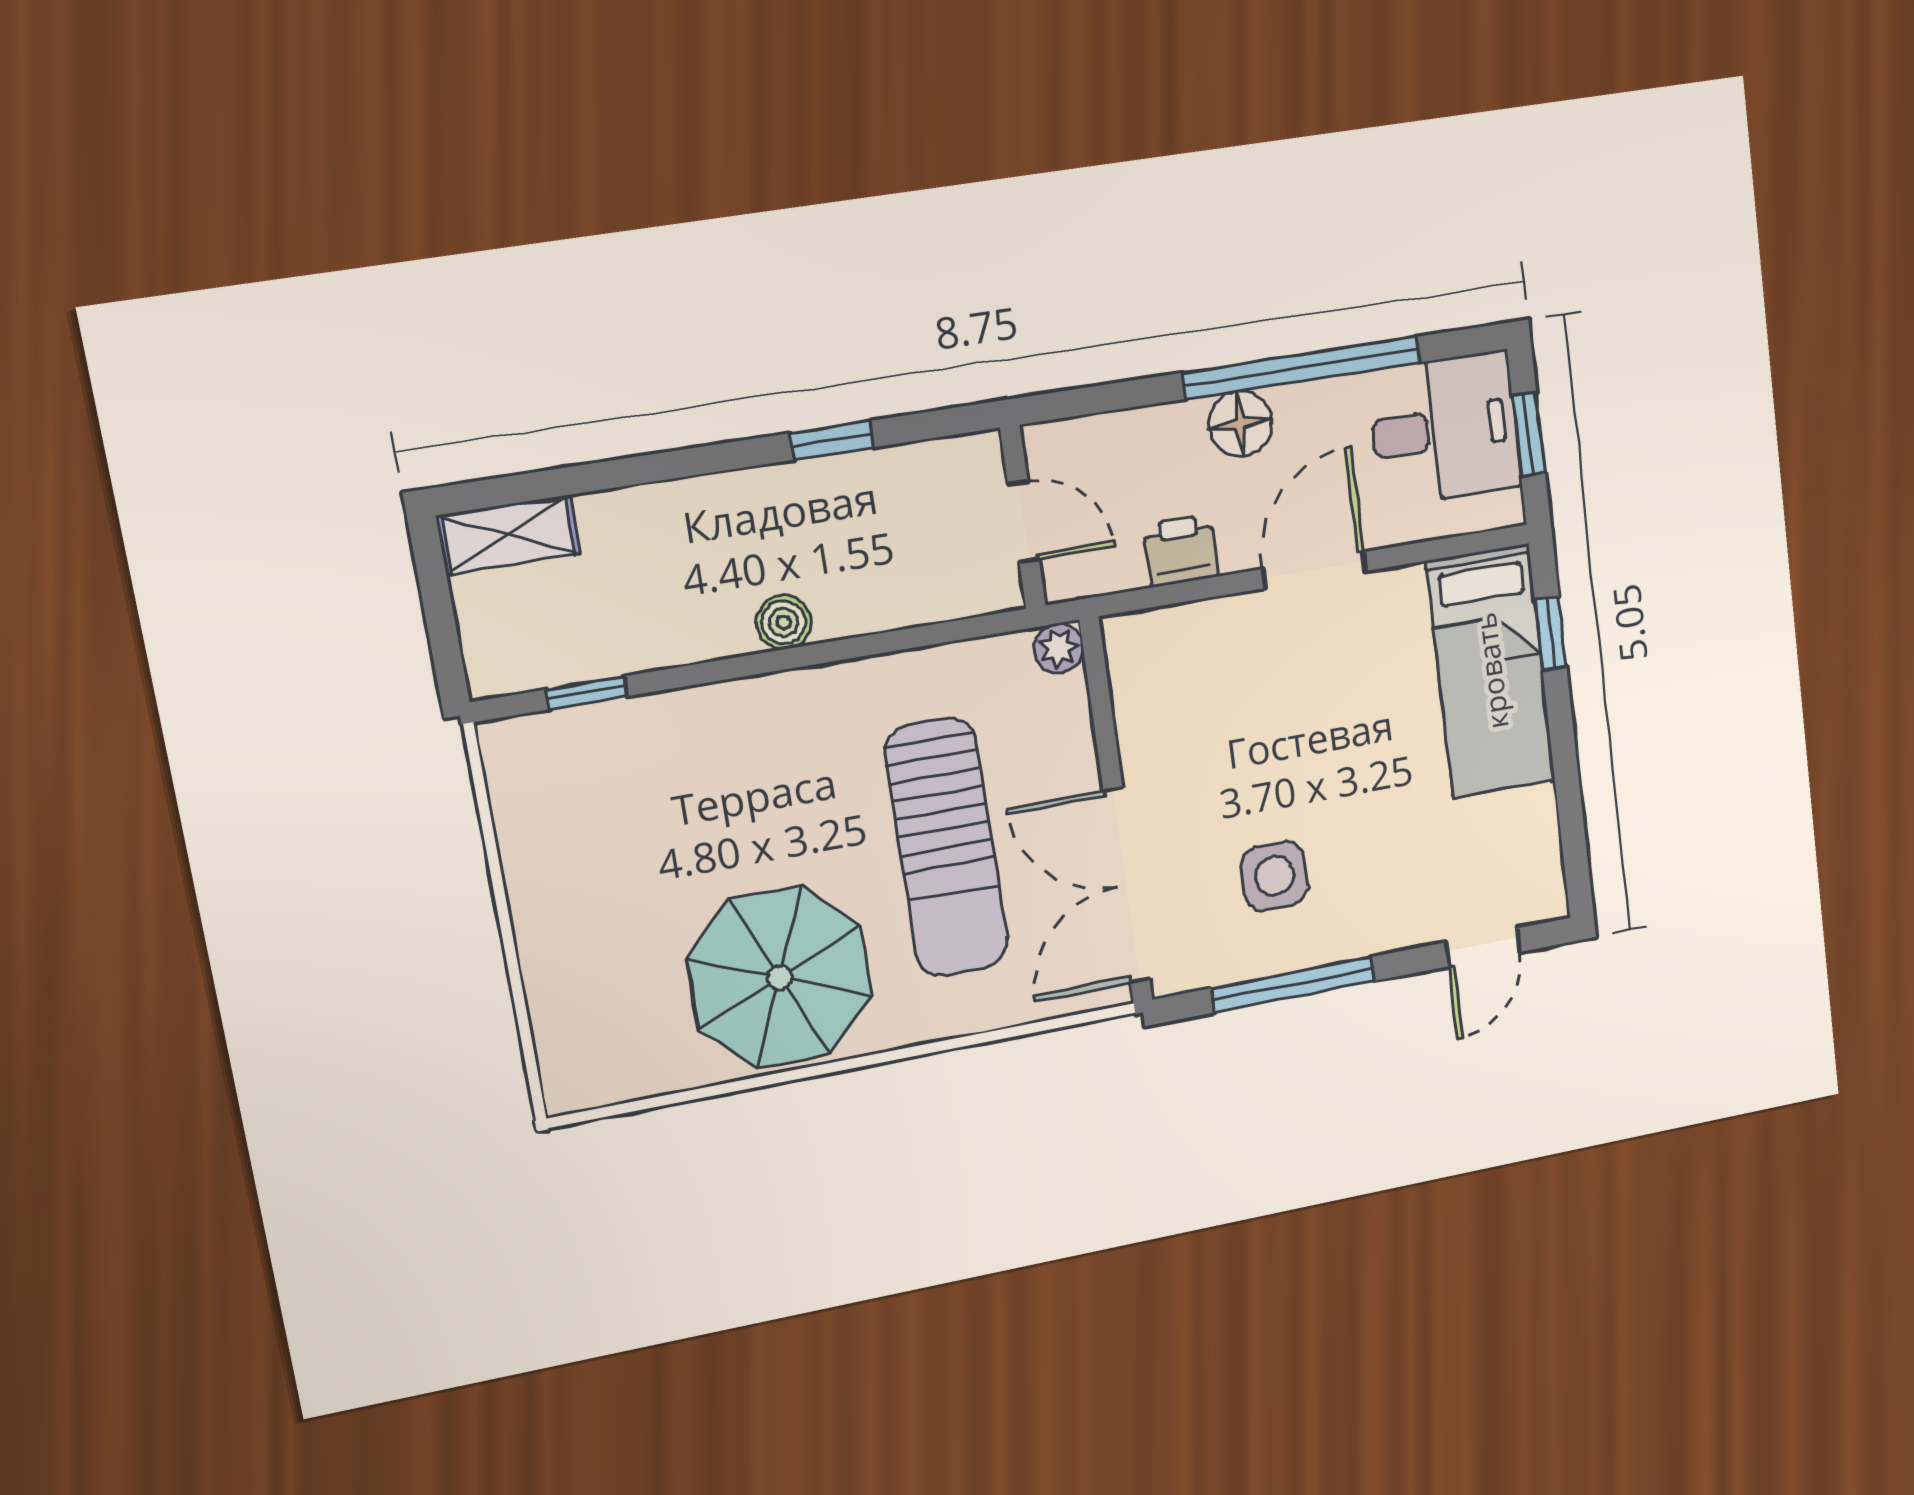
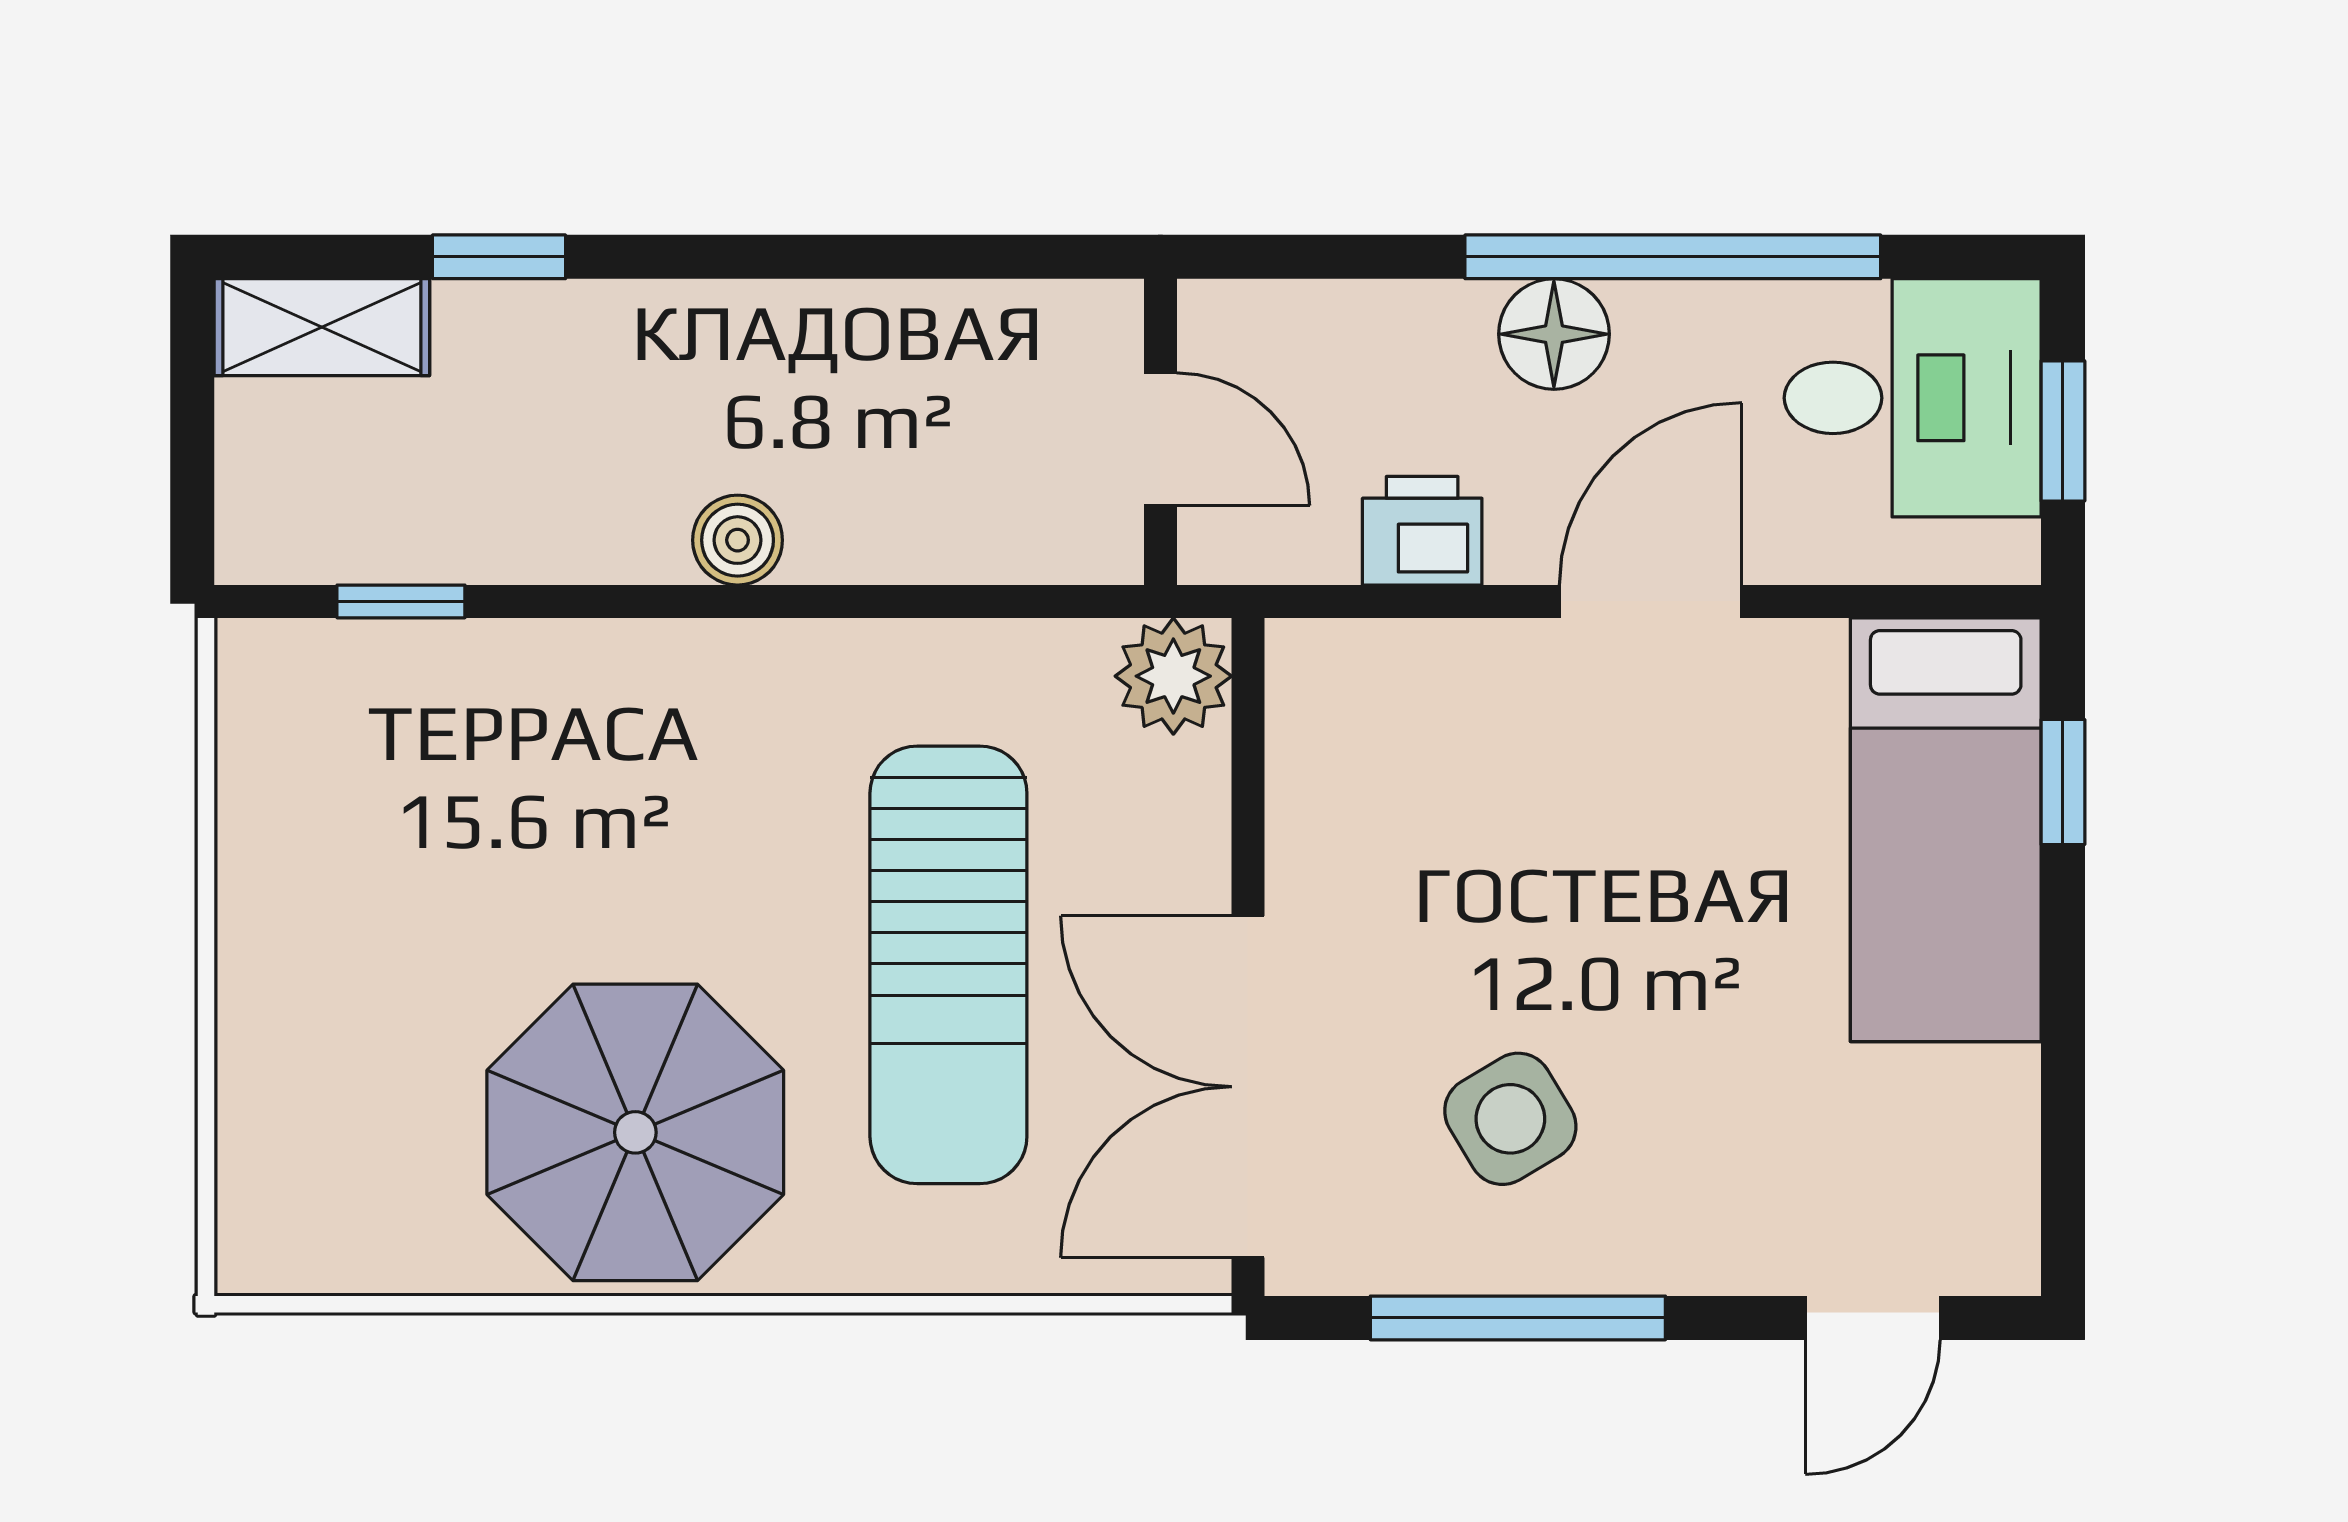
window: (832, 440) -> (499, 257), moved
plant: (1059, 648) -> (1173, 676), width x1.38, depth x1.38
side table: (1274, 876) -> (1510, 1119), turned -31

